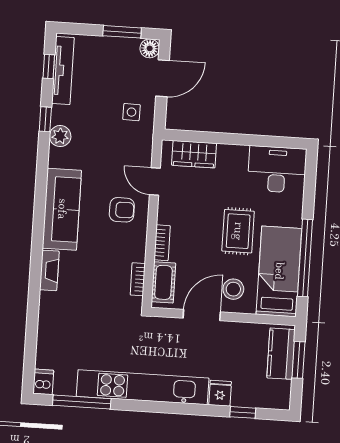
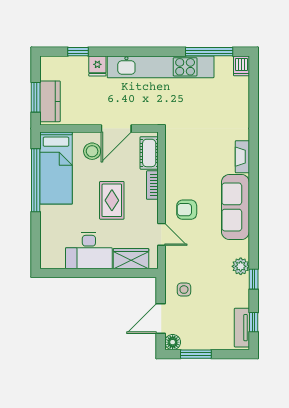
tv unit: (63, 70) -> (242, 328), width x0.71
desk: (277, 170) -> (89, 251), moved
rug: (238, 231) -> (112, 200), moved
bookcase: (138, 279) -> (170, 154), removed

